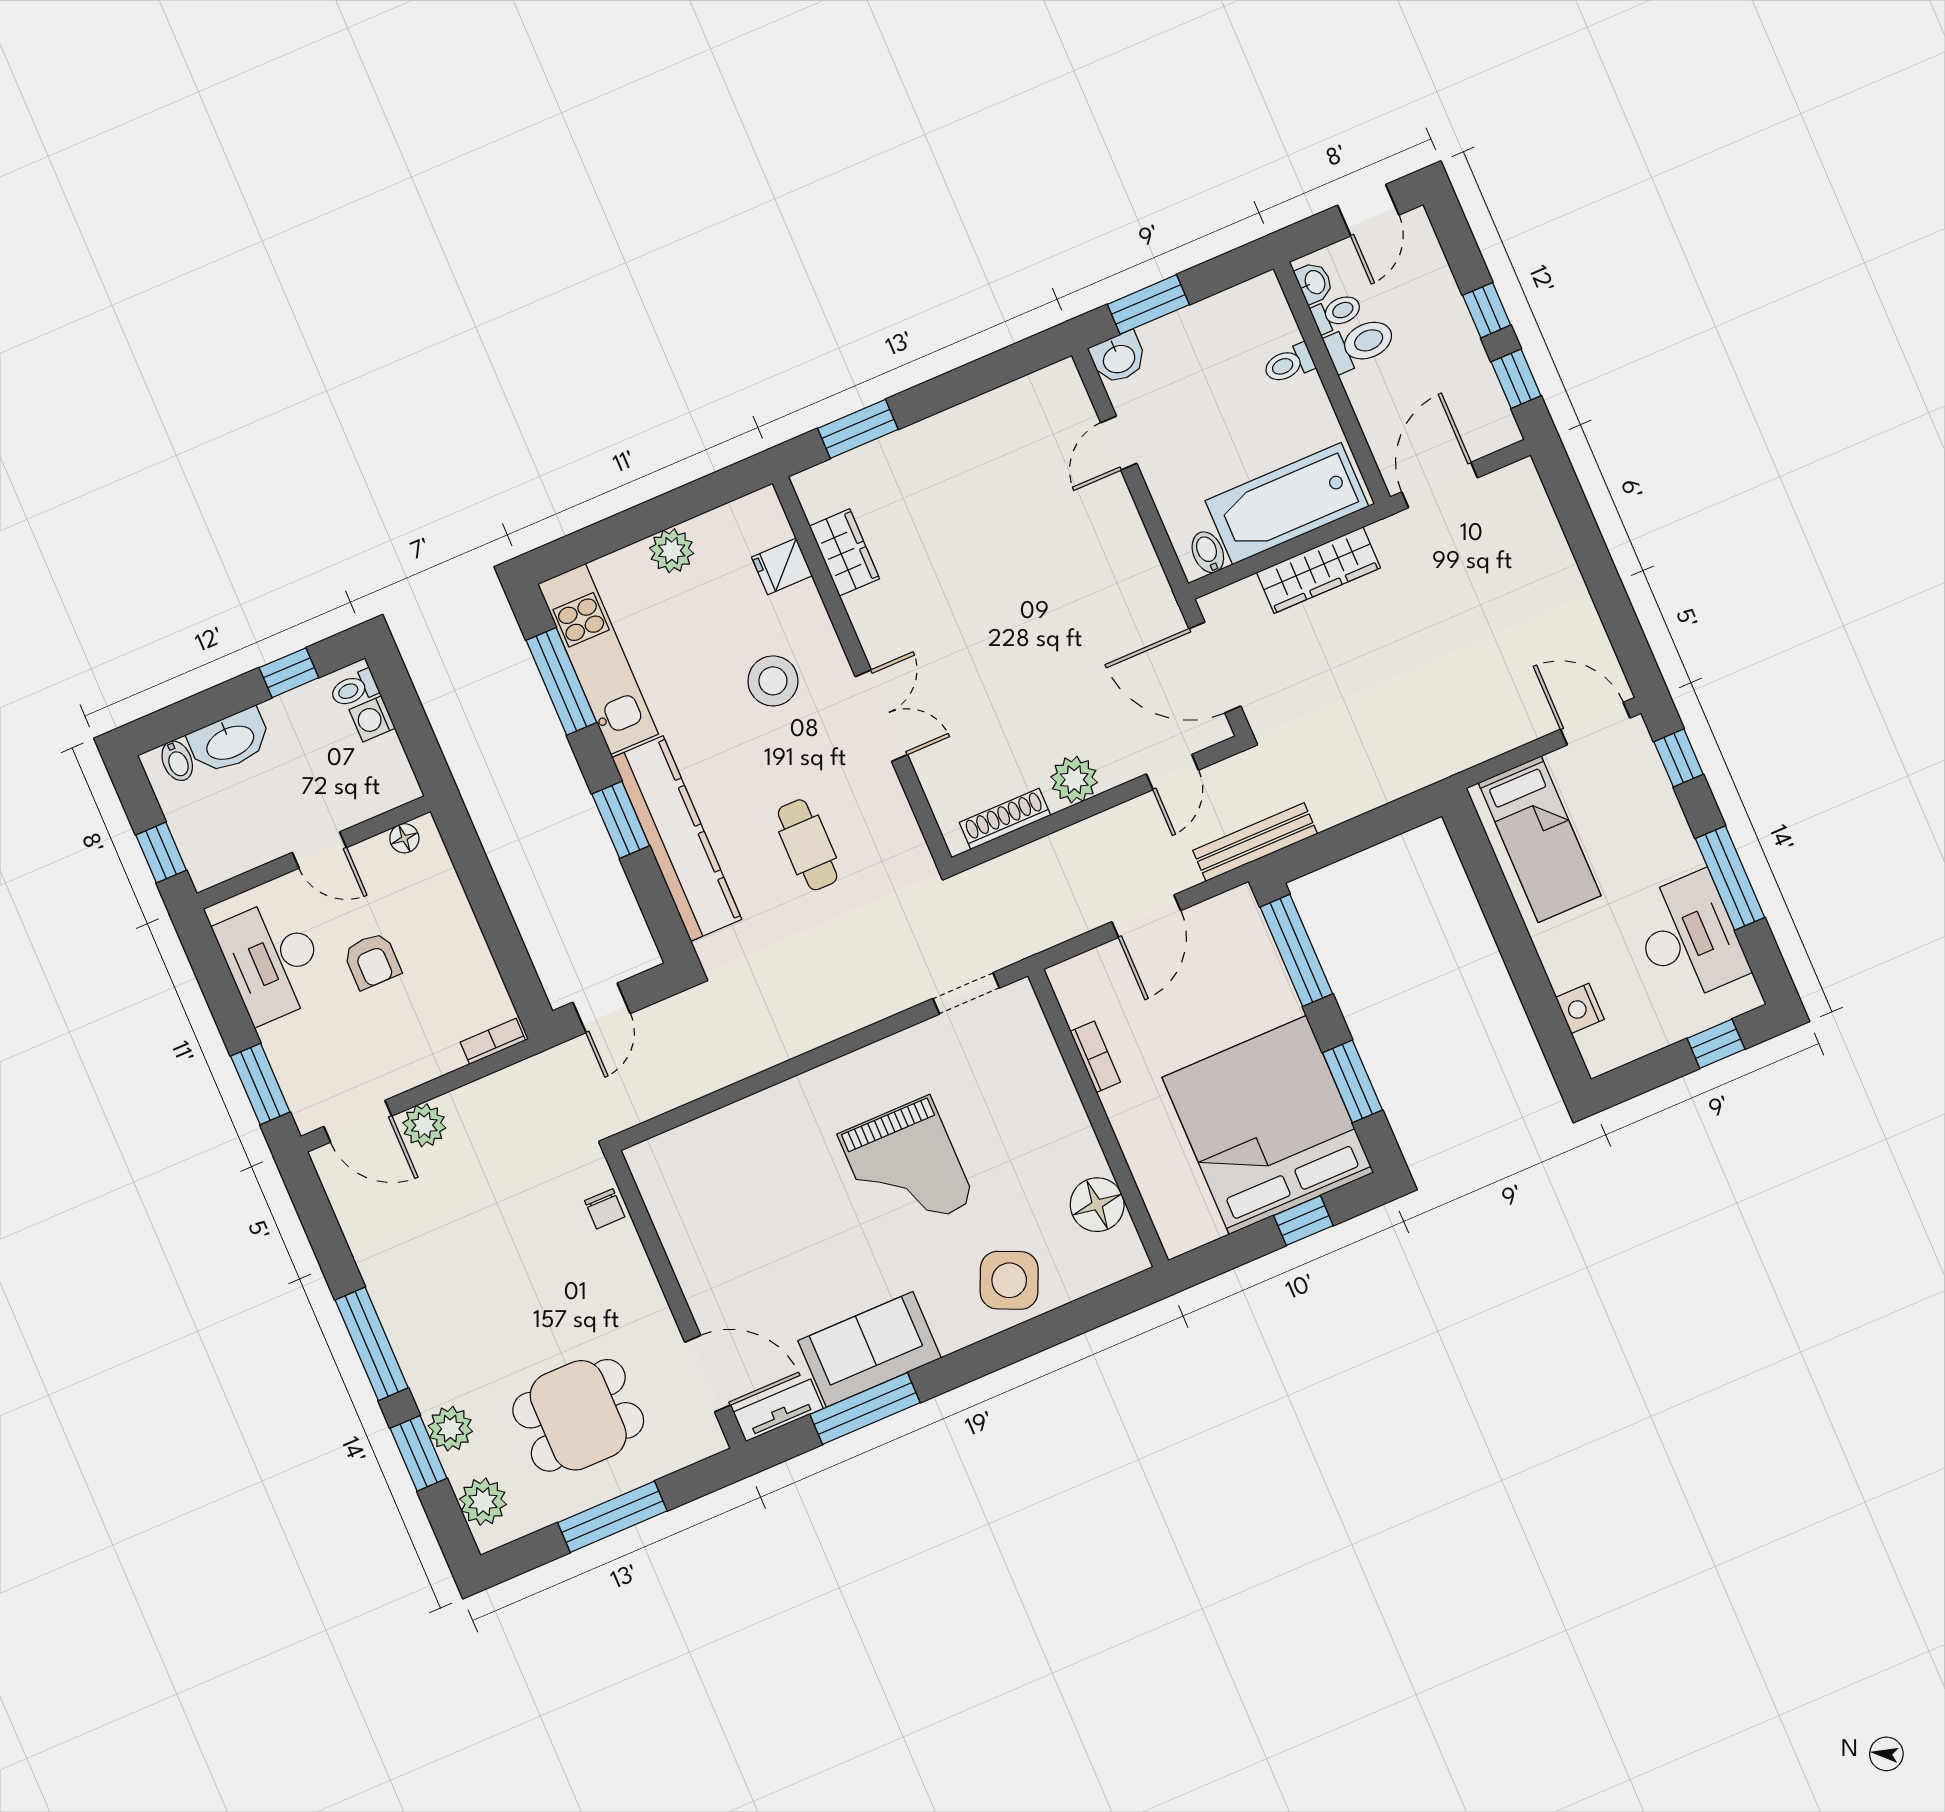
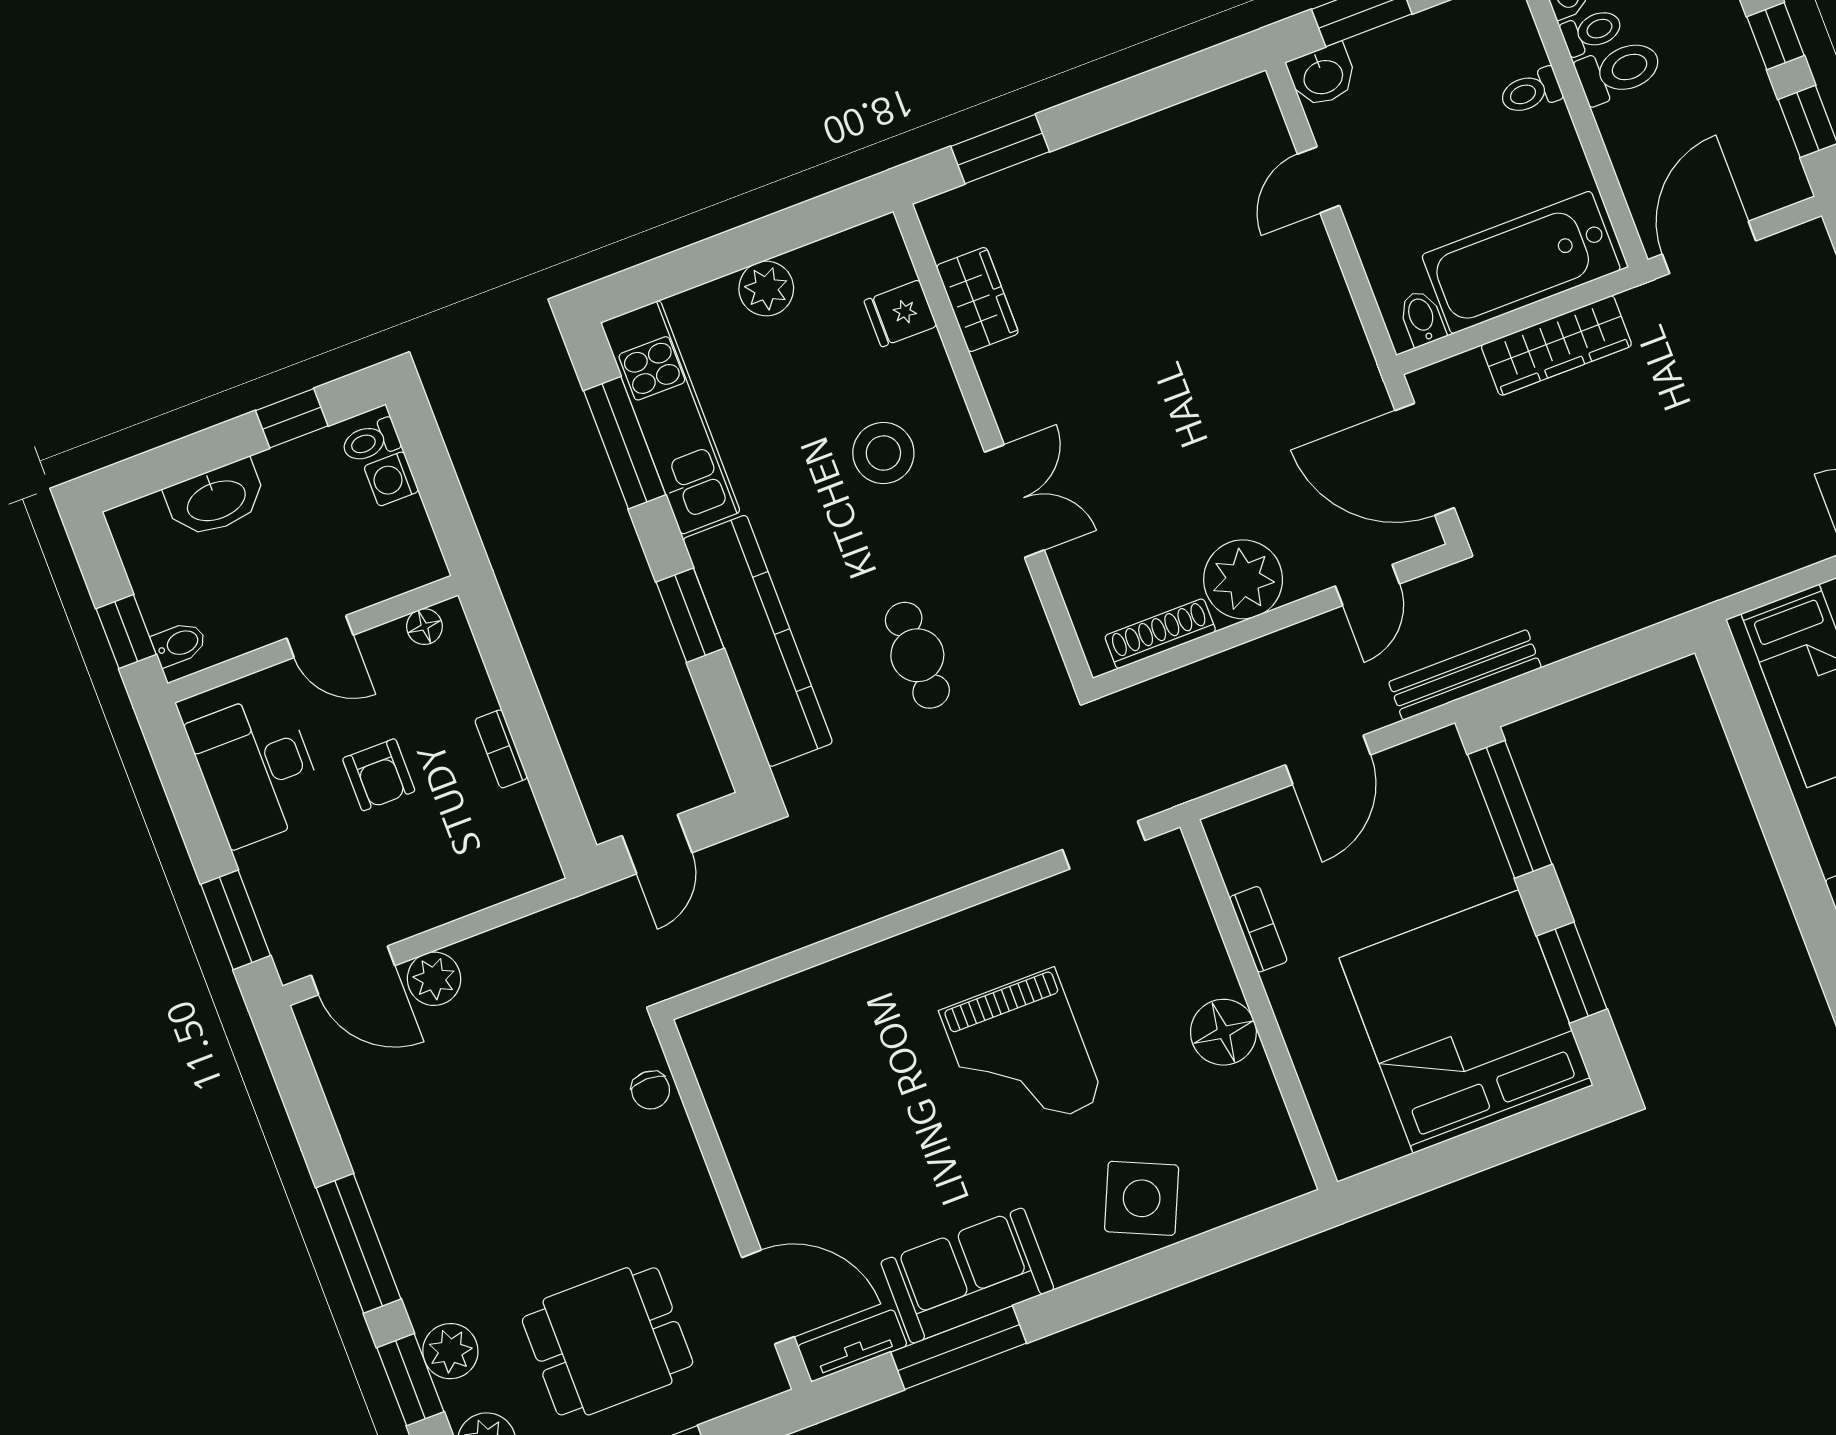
bidet: (177, 761) -> (179, 644), moved, turned -90
plant: (1074, 780) -> (1243, 579), width x1.36, depth x1.36
bookcase: (493, 1041) -> (501, 749), moved, turned -90
floor lamp: (1097, 1205) -> (1223, 1032), moved
window: (1303, 1221) -> (1505, 1140), removed

